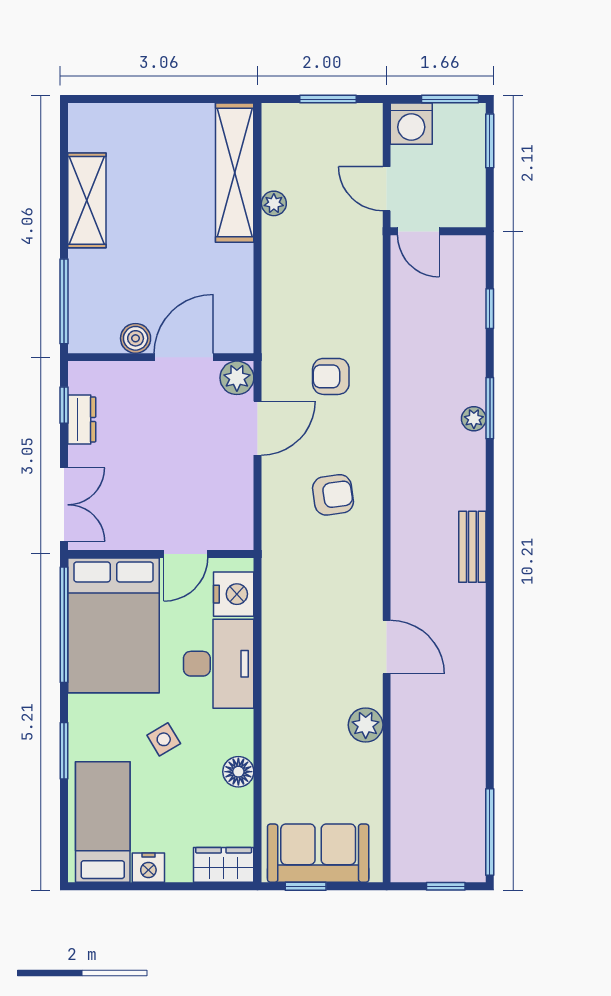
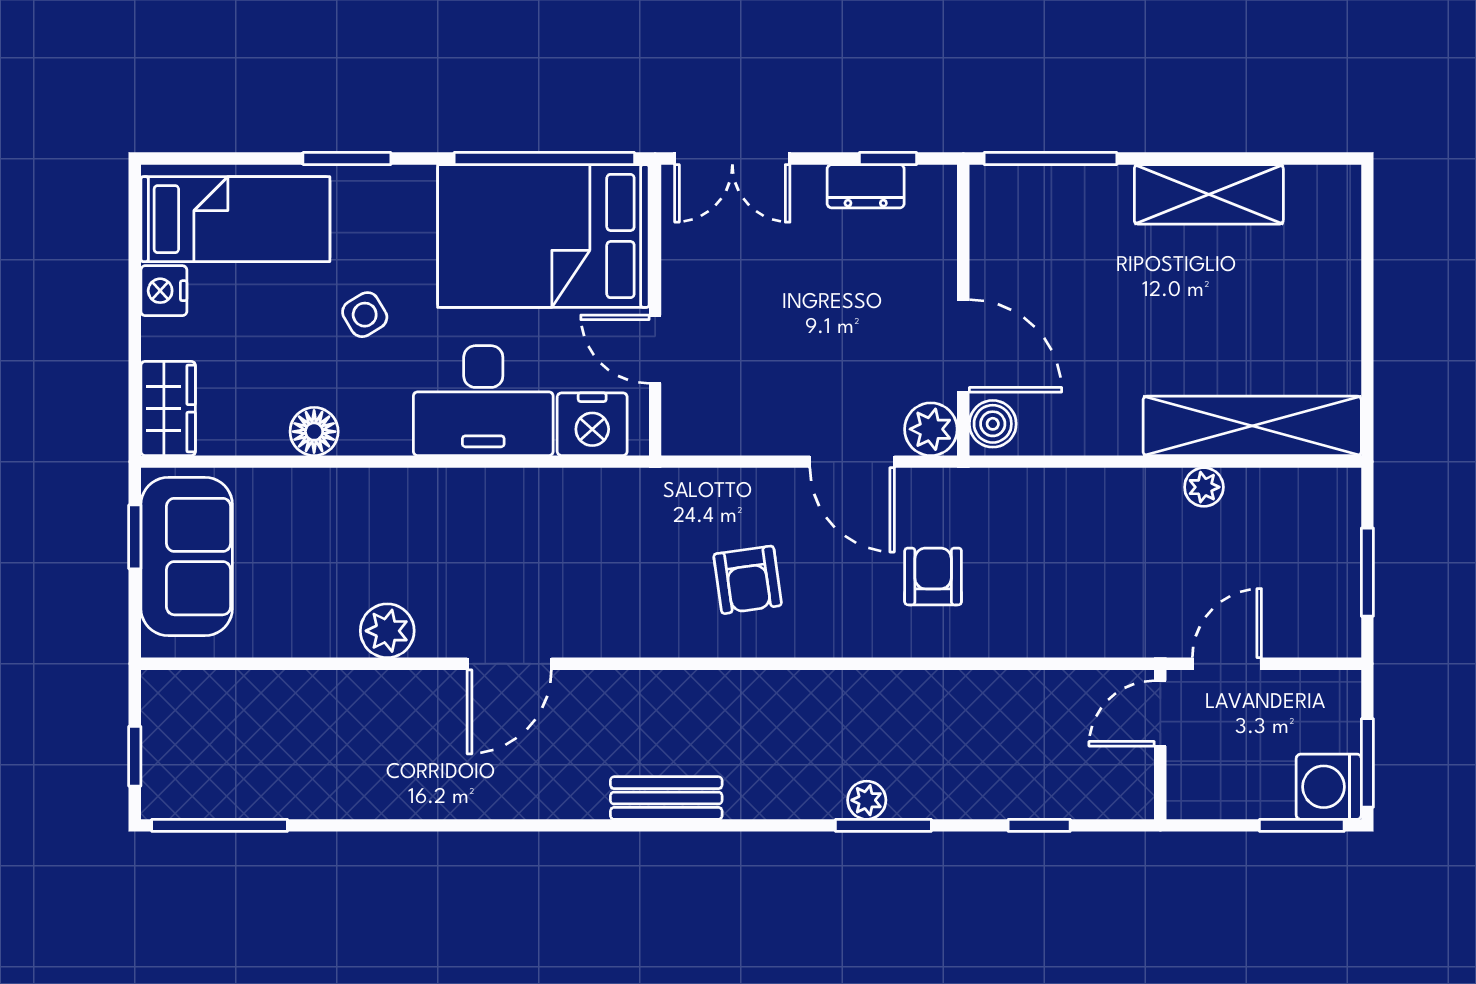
washing machine: (411, 124) -> (1329, 787), moved
boiler: (136, 338) -> (993, 424), moved

